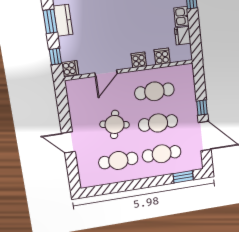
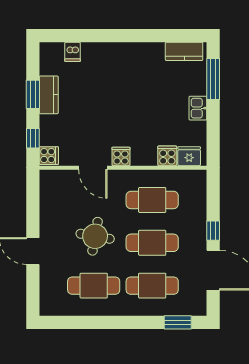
fridge: (183, 36) -> (189, 156), moved, turned 90
cooker: (139, 60) -> (121, 156), moved
door: (106, 73) -> (93, 168), hinge flipped

